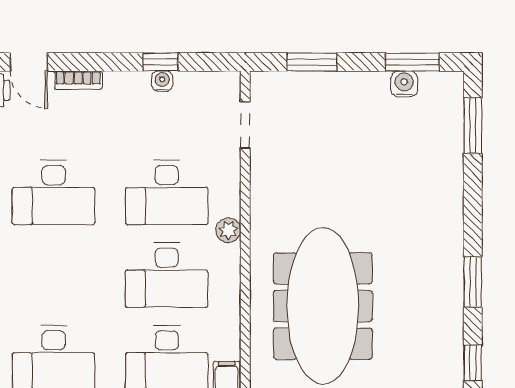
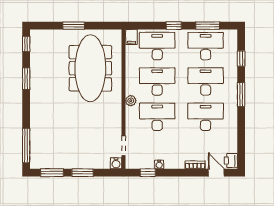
window: (160, 62) -> (148, 173), moved
window: (312, 62) -> (83, 173), moved
water cooler: (404, 84) -> (116, 163), moved
window: (473, 126) -> (26, 145), width x1.44
desk: (54, 275) -> (206, 81), added

